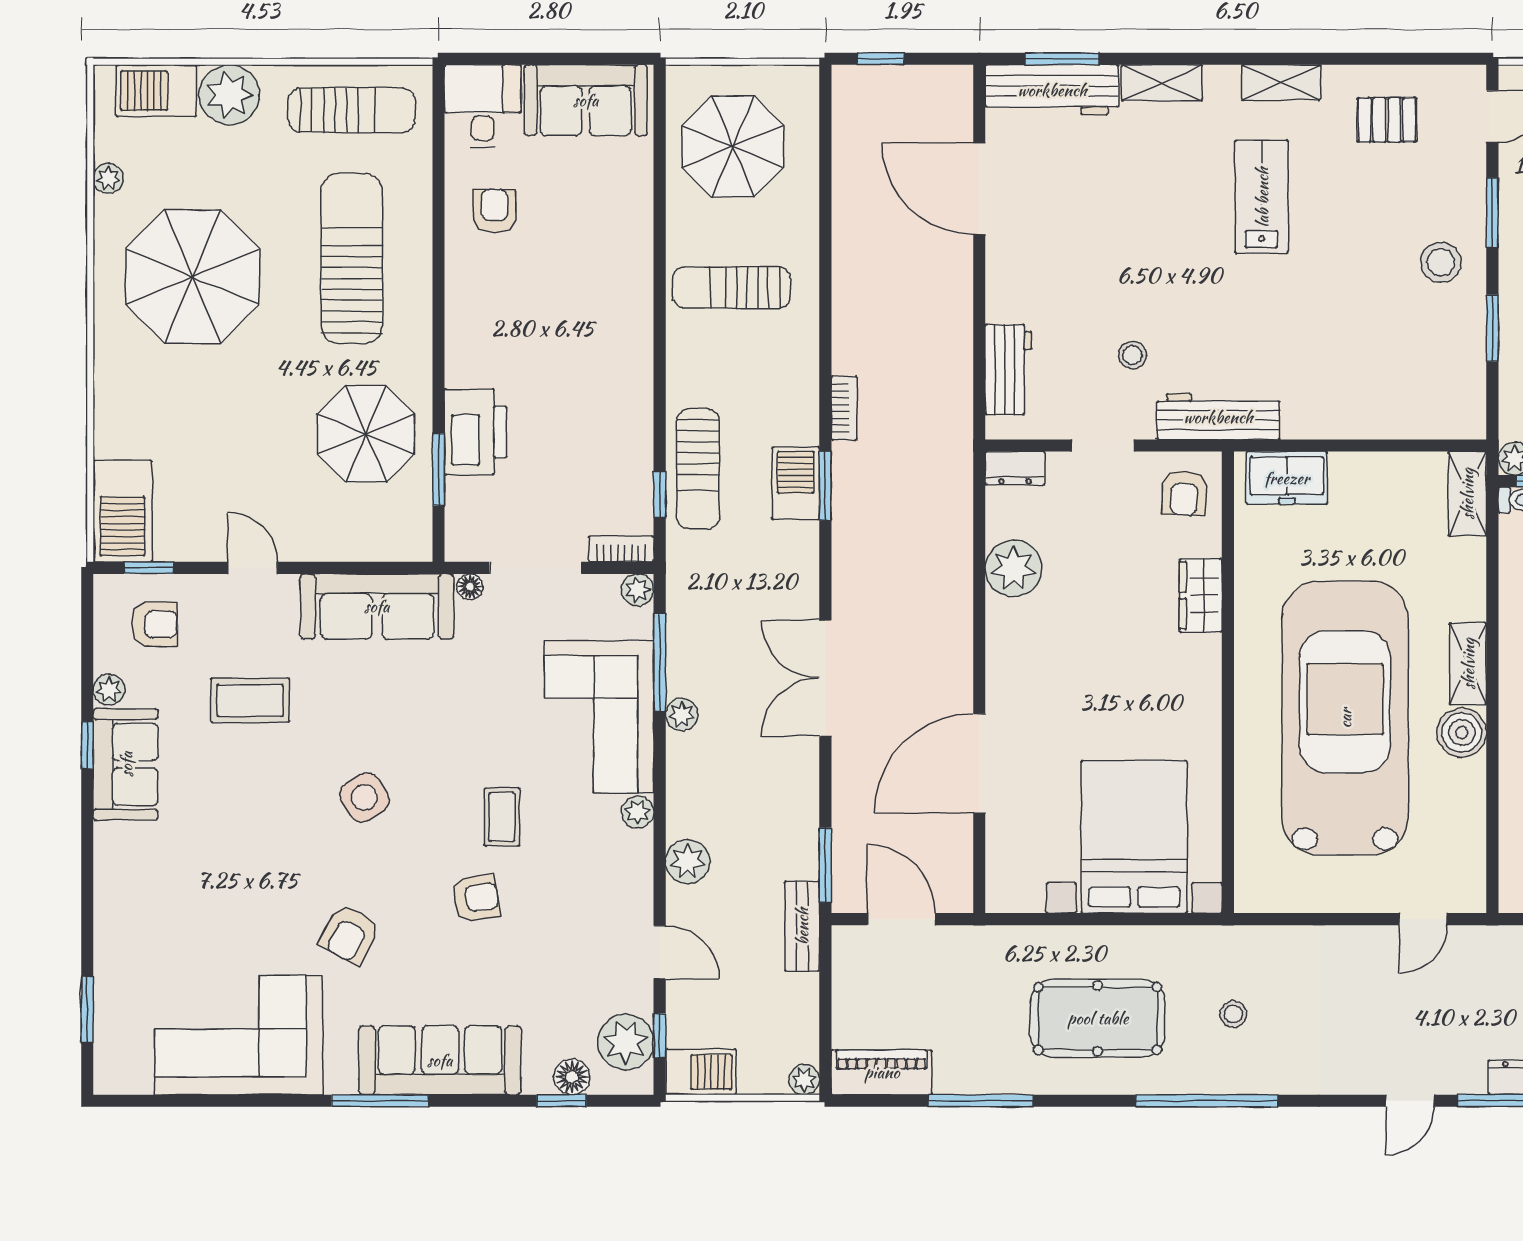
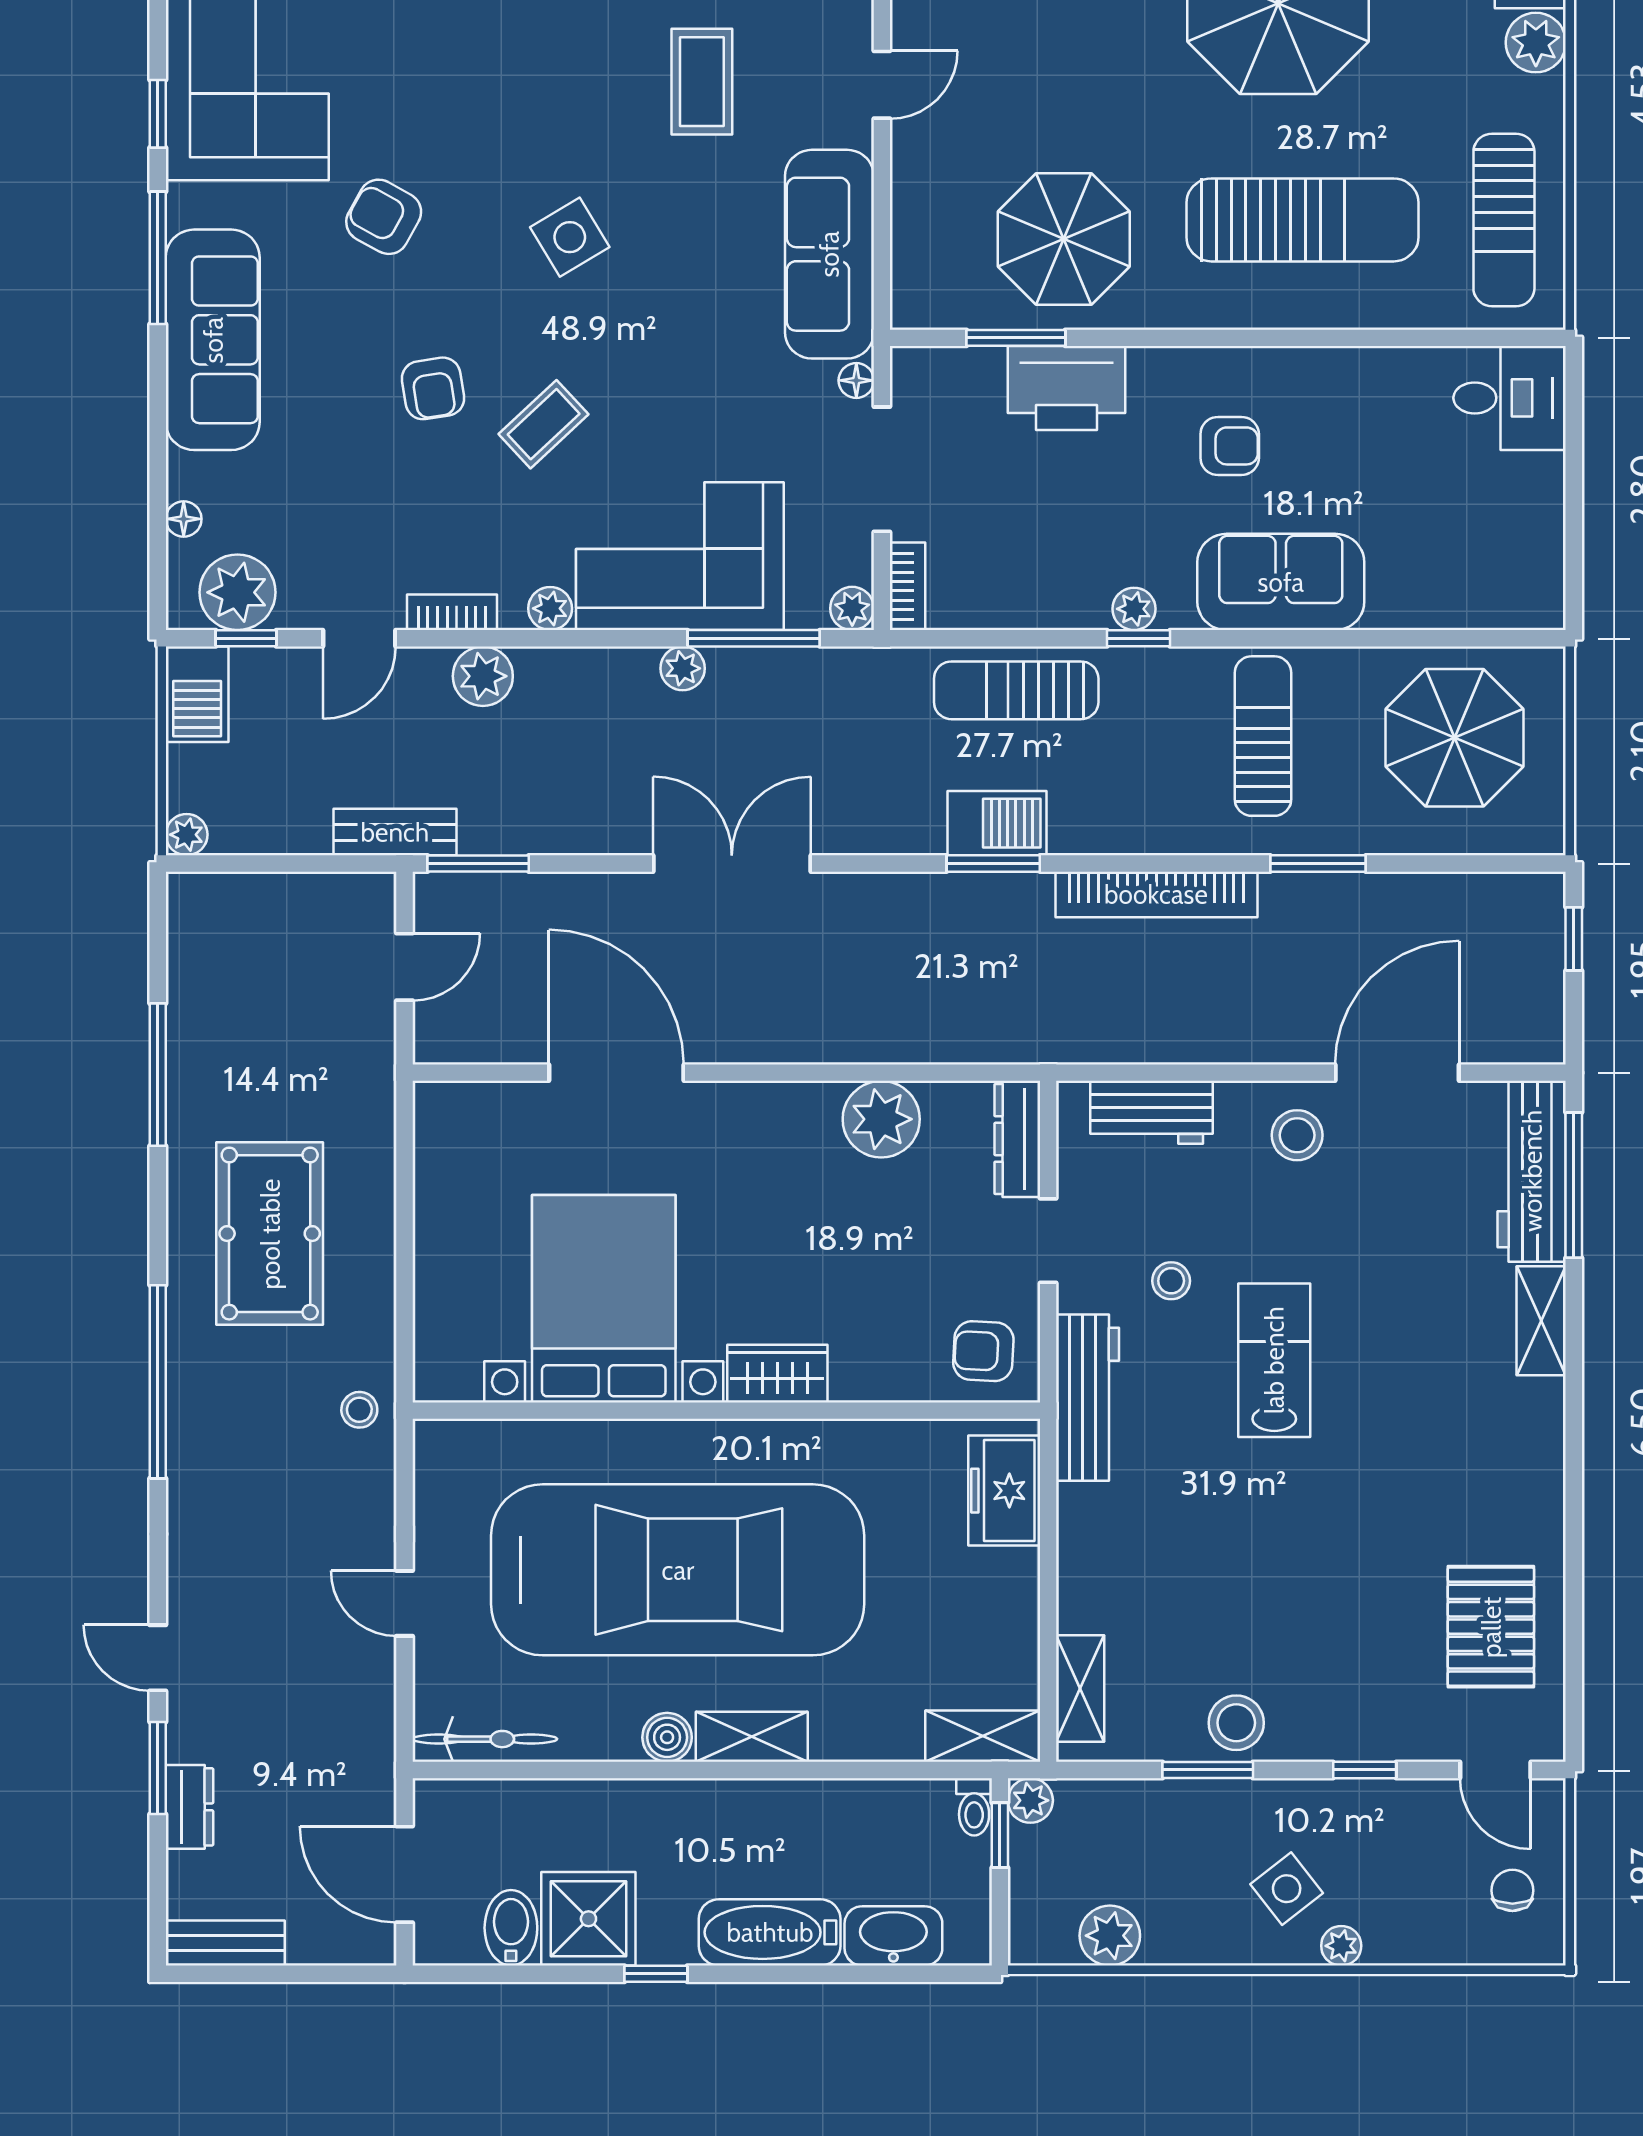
window: (1062, 59) -> (1574, 1185), width x1.44
shelving: (1281, 82) -> (1080, 1688), moved
plant: (229, 95) -> (1536, 43), width x0.73, depth x0.73
sofa: (586, 100) -> (1281, 582), moved, turned 90
pallet: (1387, 120) -> (1491, 1627), width x1.50, depth x1.42
lab bench: (1262, 197) -> (1274, 1360), moved, turned -90
armchair: (494, 211) -> (1230, 446), moved
window: (1492, 213) -> (1365, 1770), width x0.67
window: (825, 247) -> (1318, 864), added
stool: (1025, 262) -> (1297, 1135), added
stool: (1441, 262) -> (1236, 1723), moved
plant: (638, 382) -> (1134, 609), added
bookcase: (844, 408) -> (1156, 894), width x2.31, depth x1.31
dresser: (1015, 468) -> (1017, 1139), width x1.44
window: (660, 495) -> (1139, 638), moved
wardrobe: (1201, 595) -> (777, 1374), moved
boiler: (1462, 733) -> (667, 1737), width x0.73, depth x0.73
coffee table: (502, 817) -> (544, 424), turned -43
bed with nightstands: (1134, 837) -> (604, 1299), moved, turned -90
bicycle: (1470, 860) -> (485, 1739), added
bookcase: (640, 884) -> (452, 612), added
door: (901, 919) -> (405, 967), width x0.73
door: (1423, 919) -> (405, 1603), moved
stool: (1233, 1014) -> (359, 1410), moved
piano: (882, 1072) -> (196, 940), removed
floor lamp: (572, 1077) -> (184, 519), width x0.73, depth x0.73
window: (561, 1101) -> (158, 114), moved

